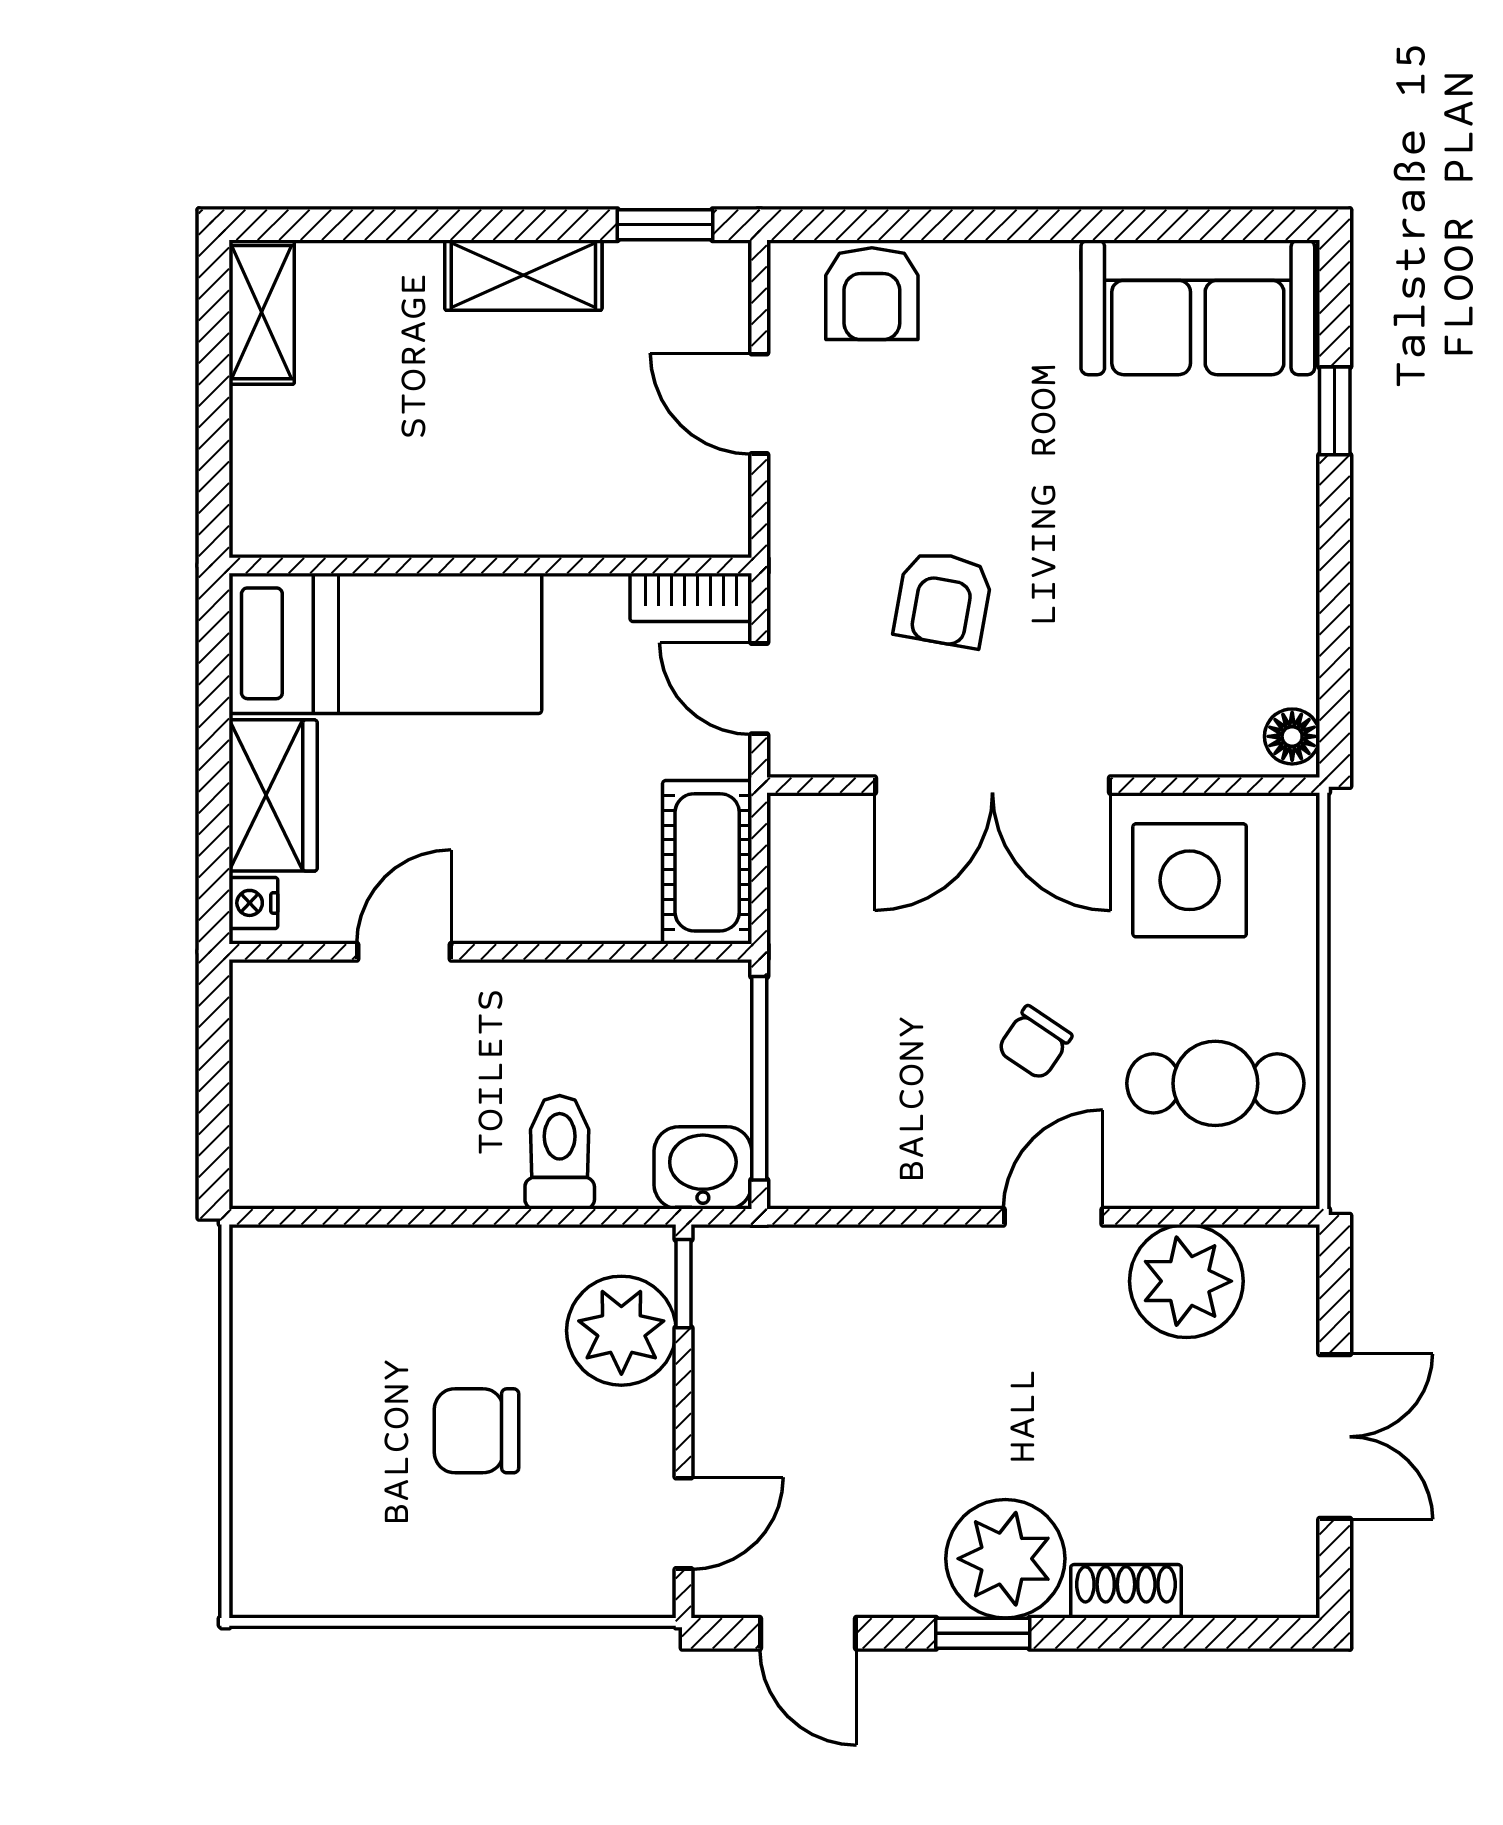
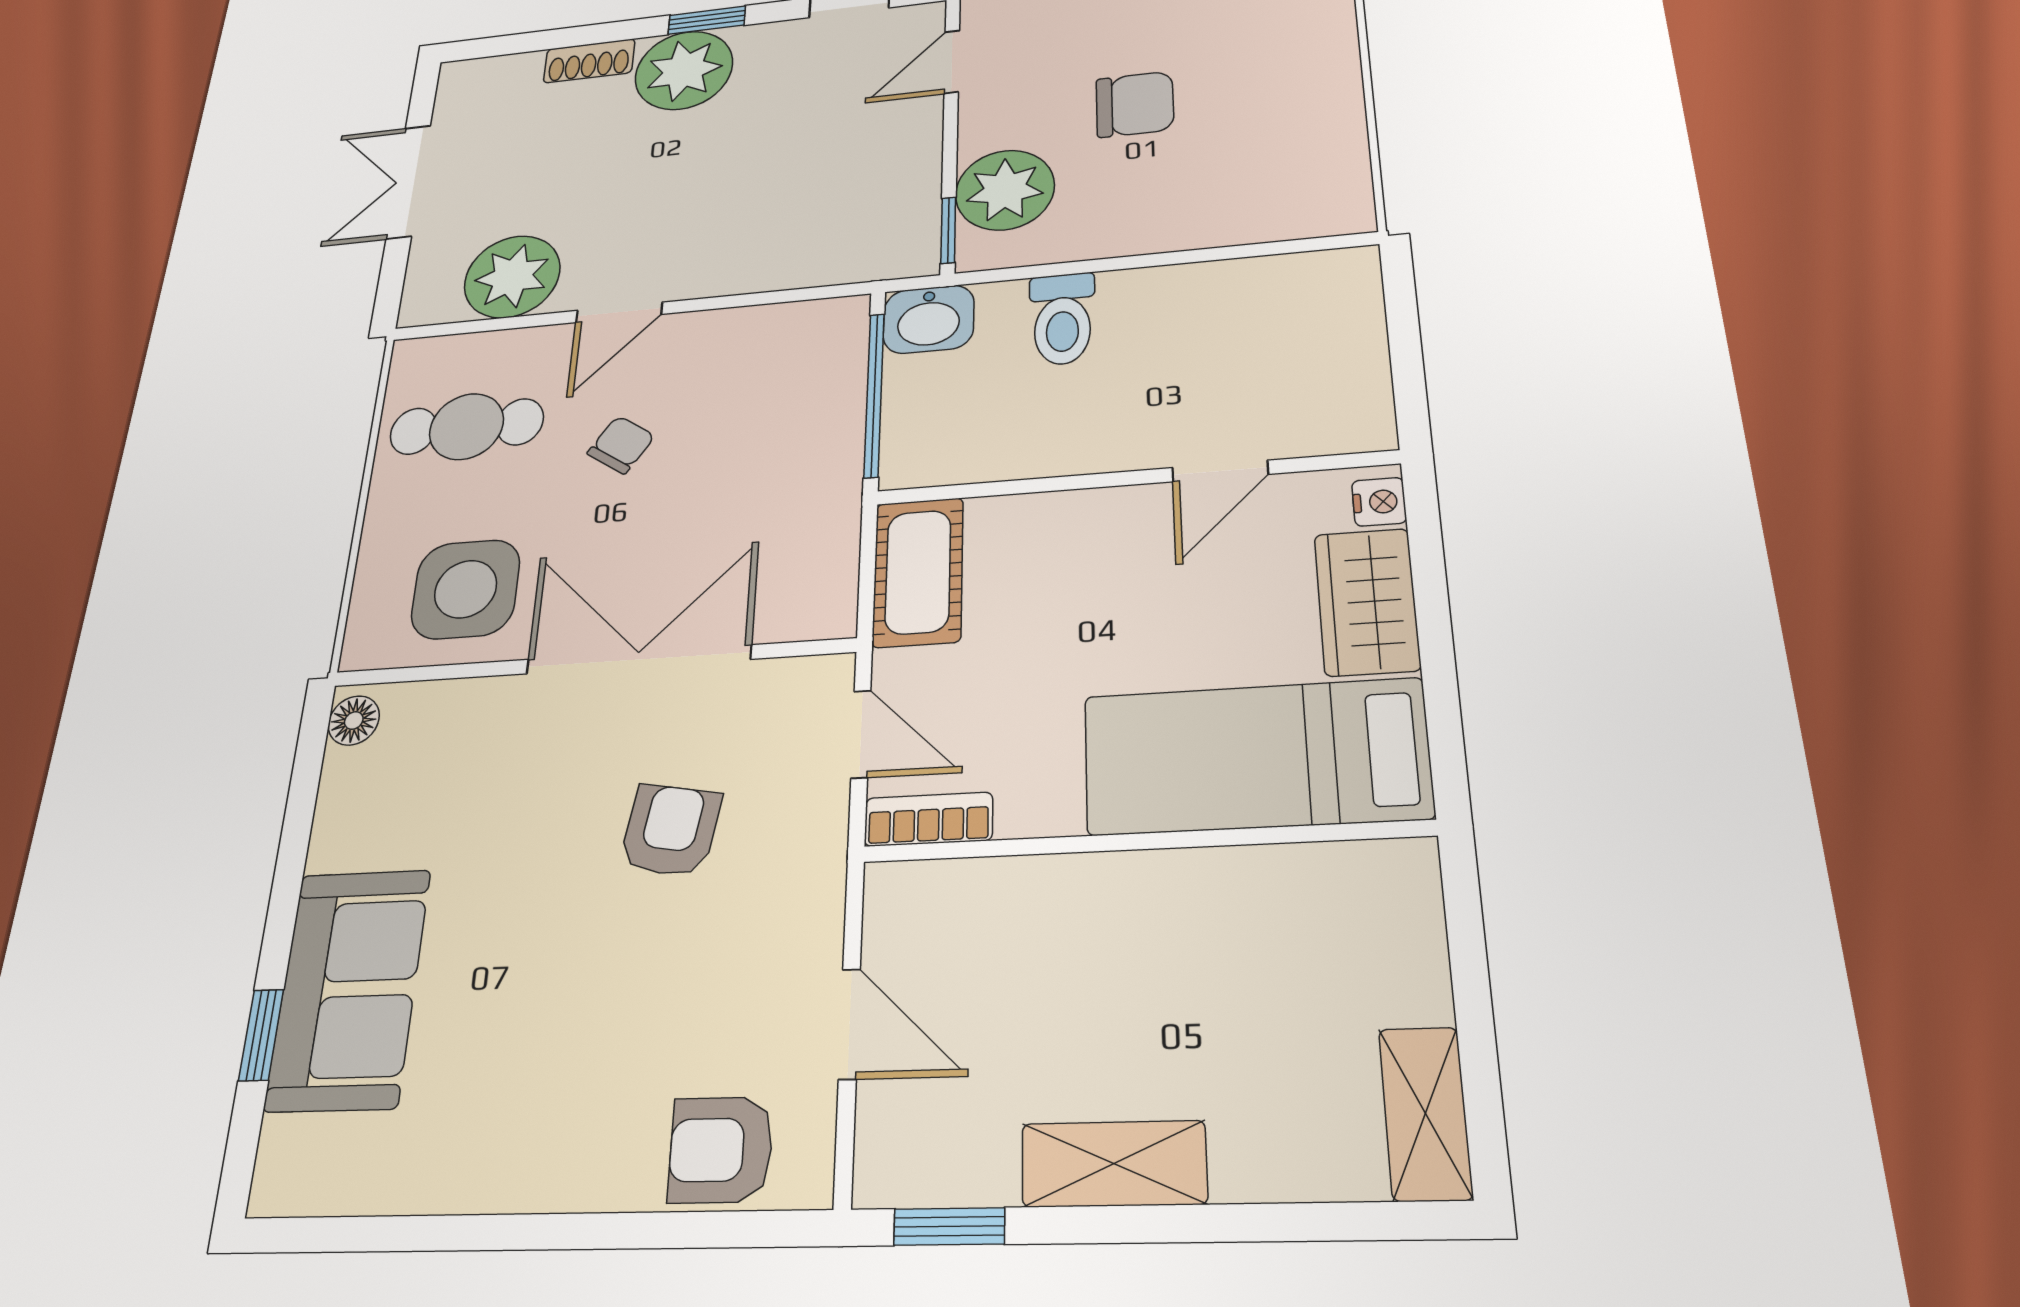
armchair: (872, 294) -> (721, 1150), turned -90
sofa: (1198, 307) -> (348, 989), moved, turned 90

